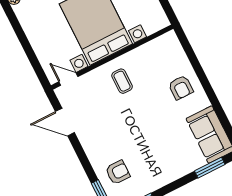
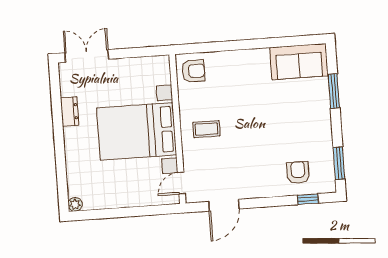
armchair: (181, 87) -> (193, 71), moved
window: (210, 168) -> (334, 91), moved

